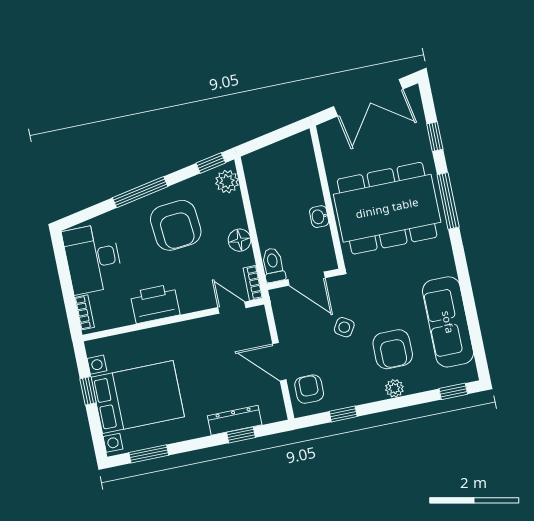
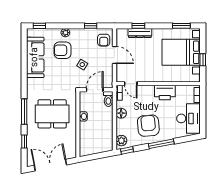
dining table: (387, 208) -> (52, 114), width x0.73, depth x0.80
door: (307, 279) -> (95, 90), hinge flipped
armchair: (393, 349) -> (63, 50), turned -90

